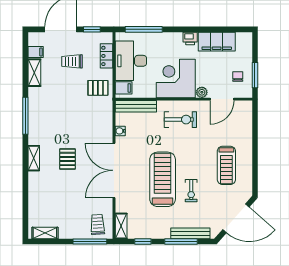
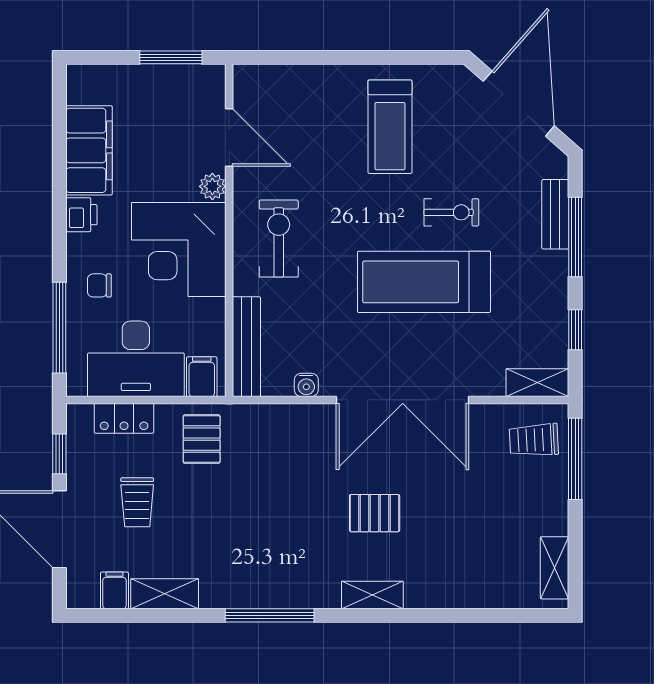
chair: (238, 76) -> (99, 285), moved
treadmill: (226, 165) -> (390, 127), turned 90
bench: (190, 233) -> (555, 214), width x0.73

